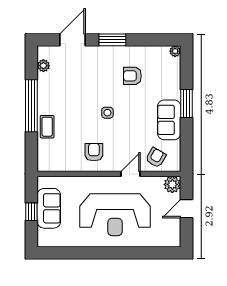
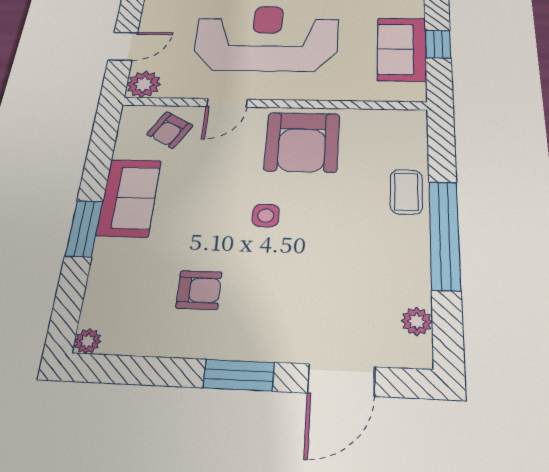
armchair: (94, 152) -> (302, 142), width x1.88, depth x1.88

